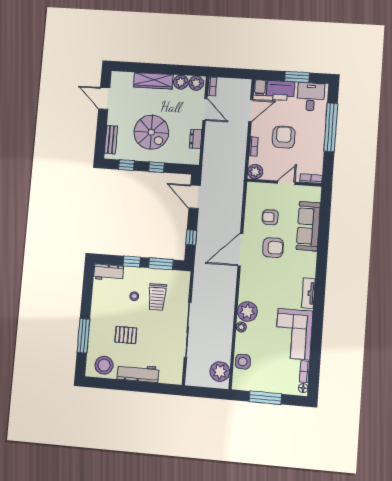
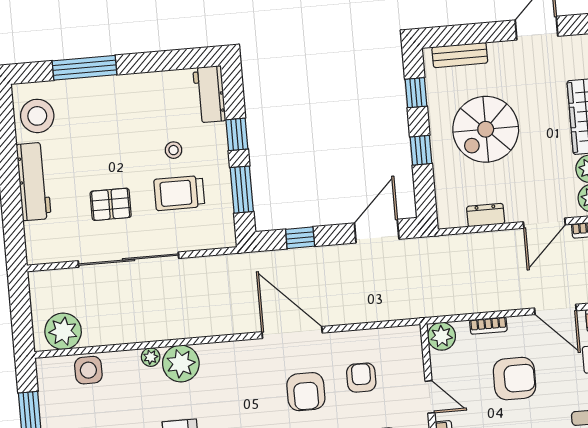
pallet: (126, 335) -> (111, 204), moved, turned 90

